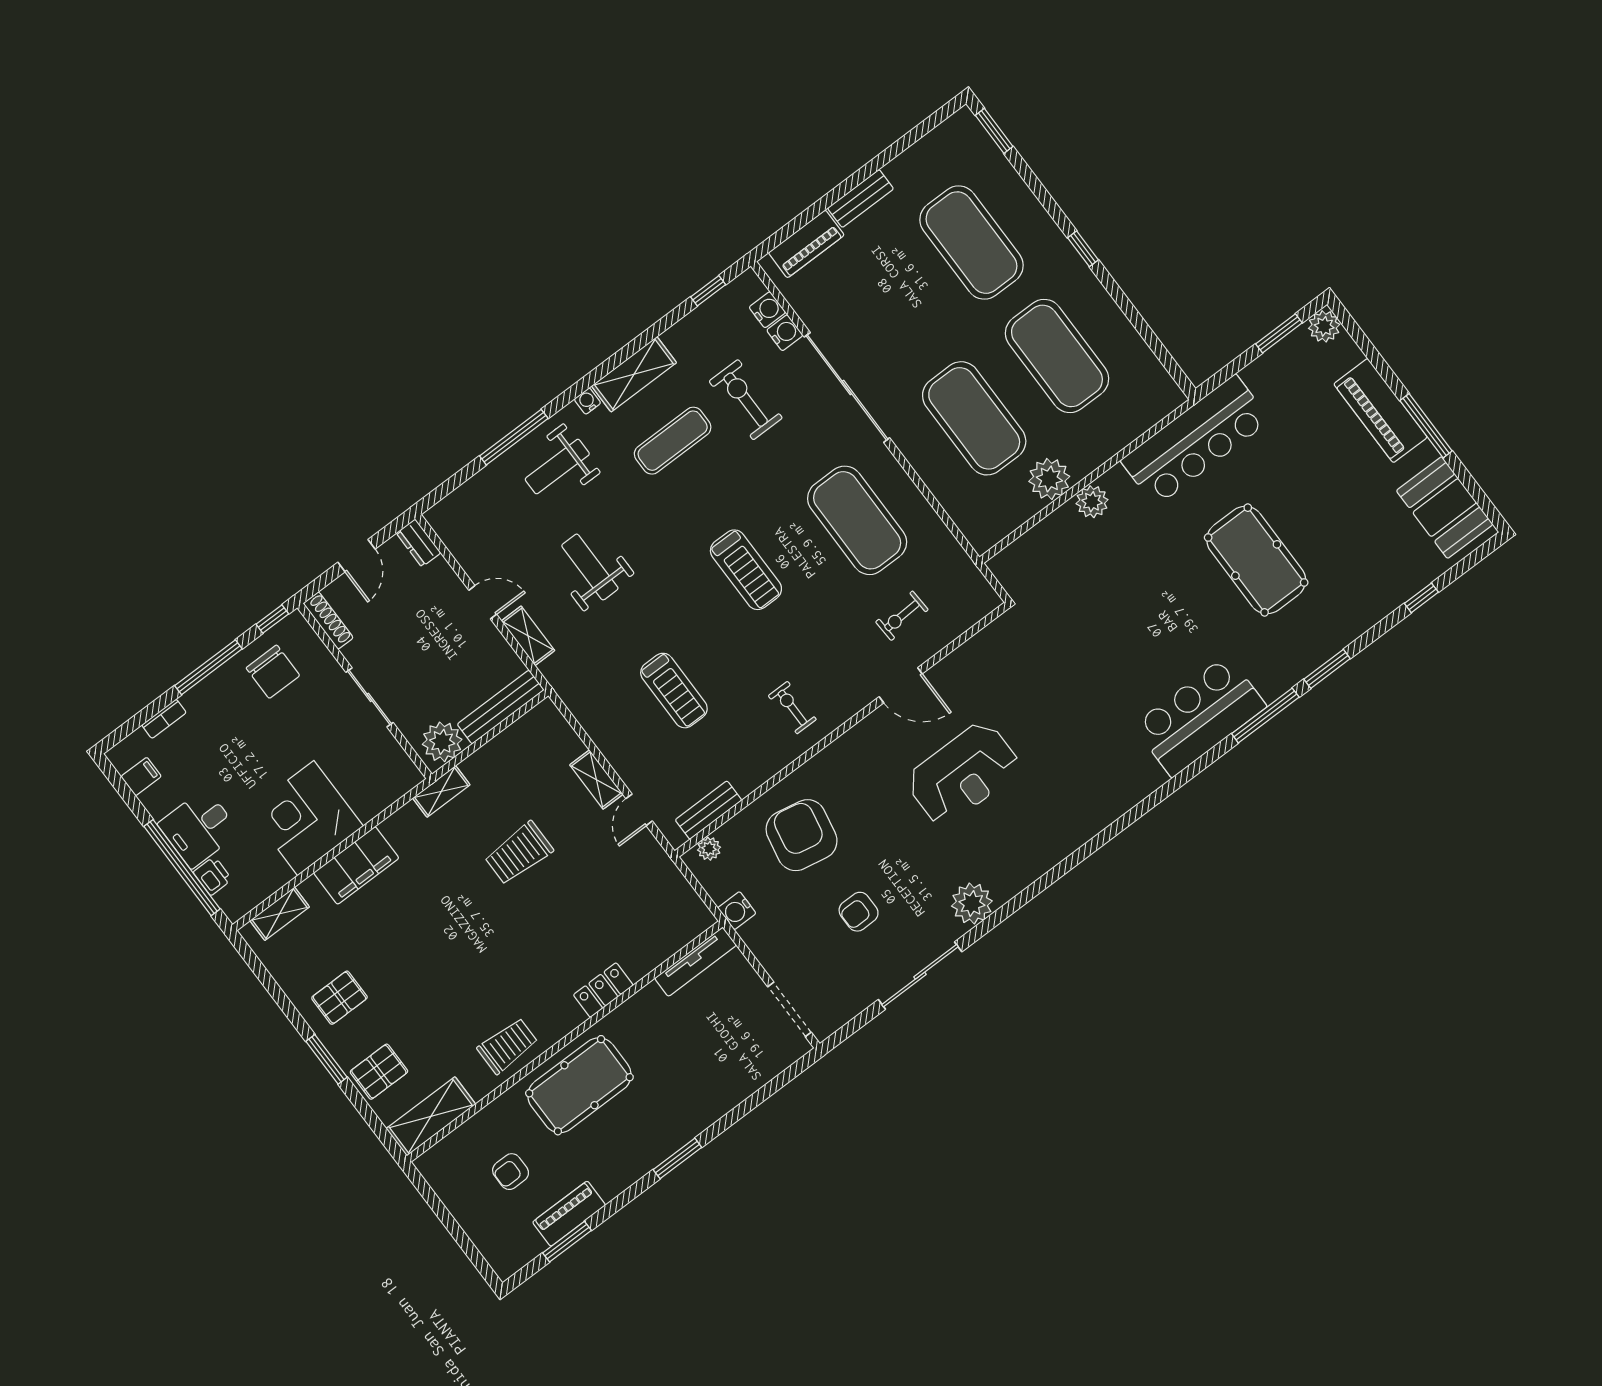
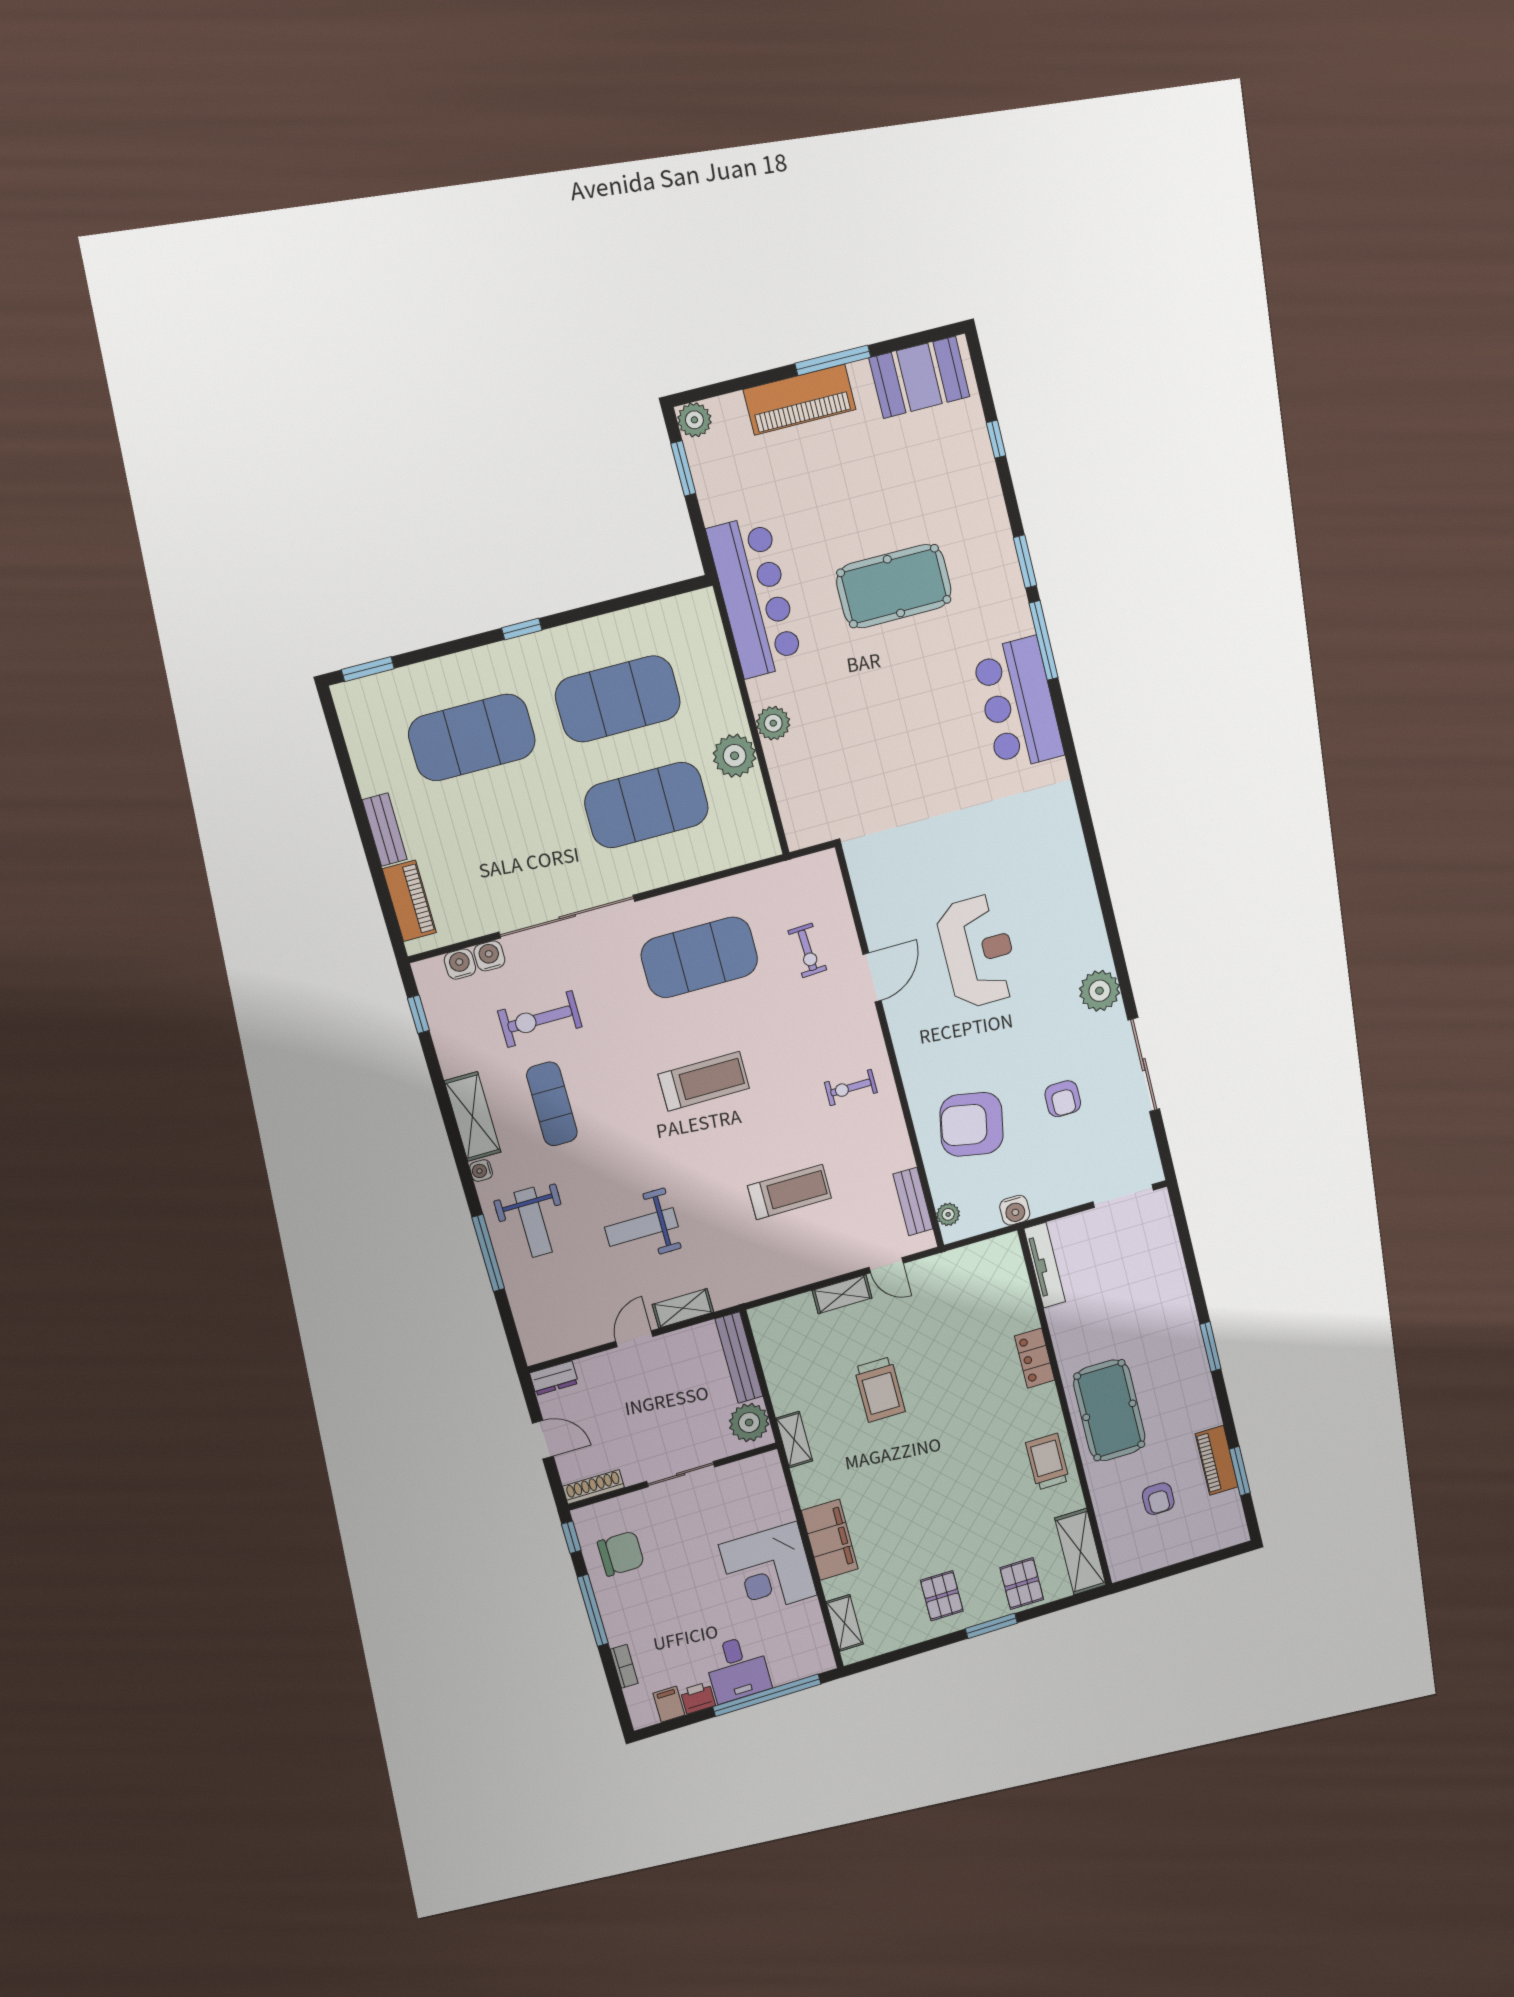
printer: (213, 876) -> (698, 1698), moved

